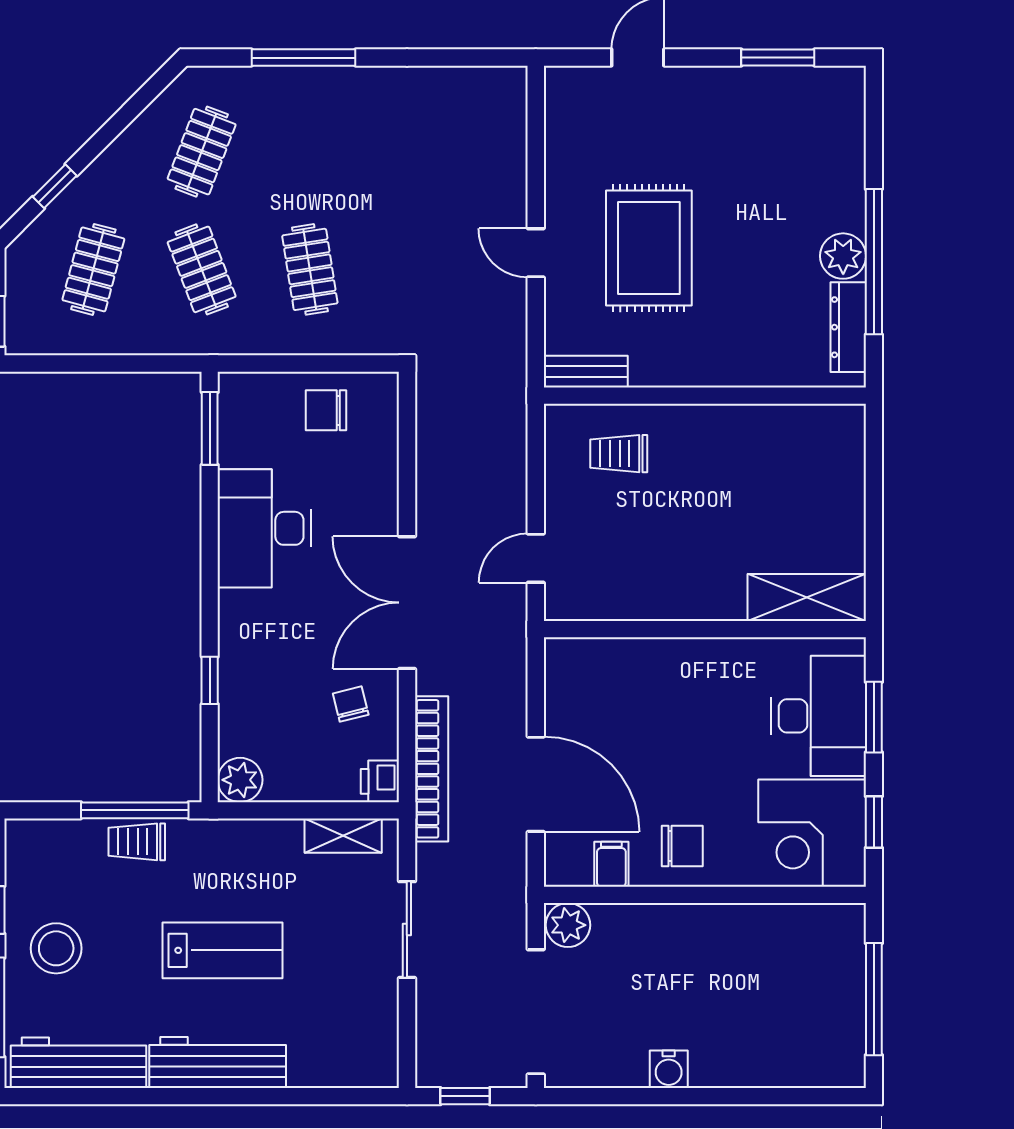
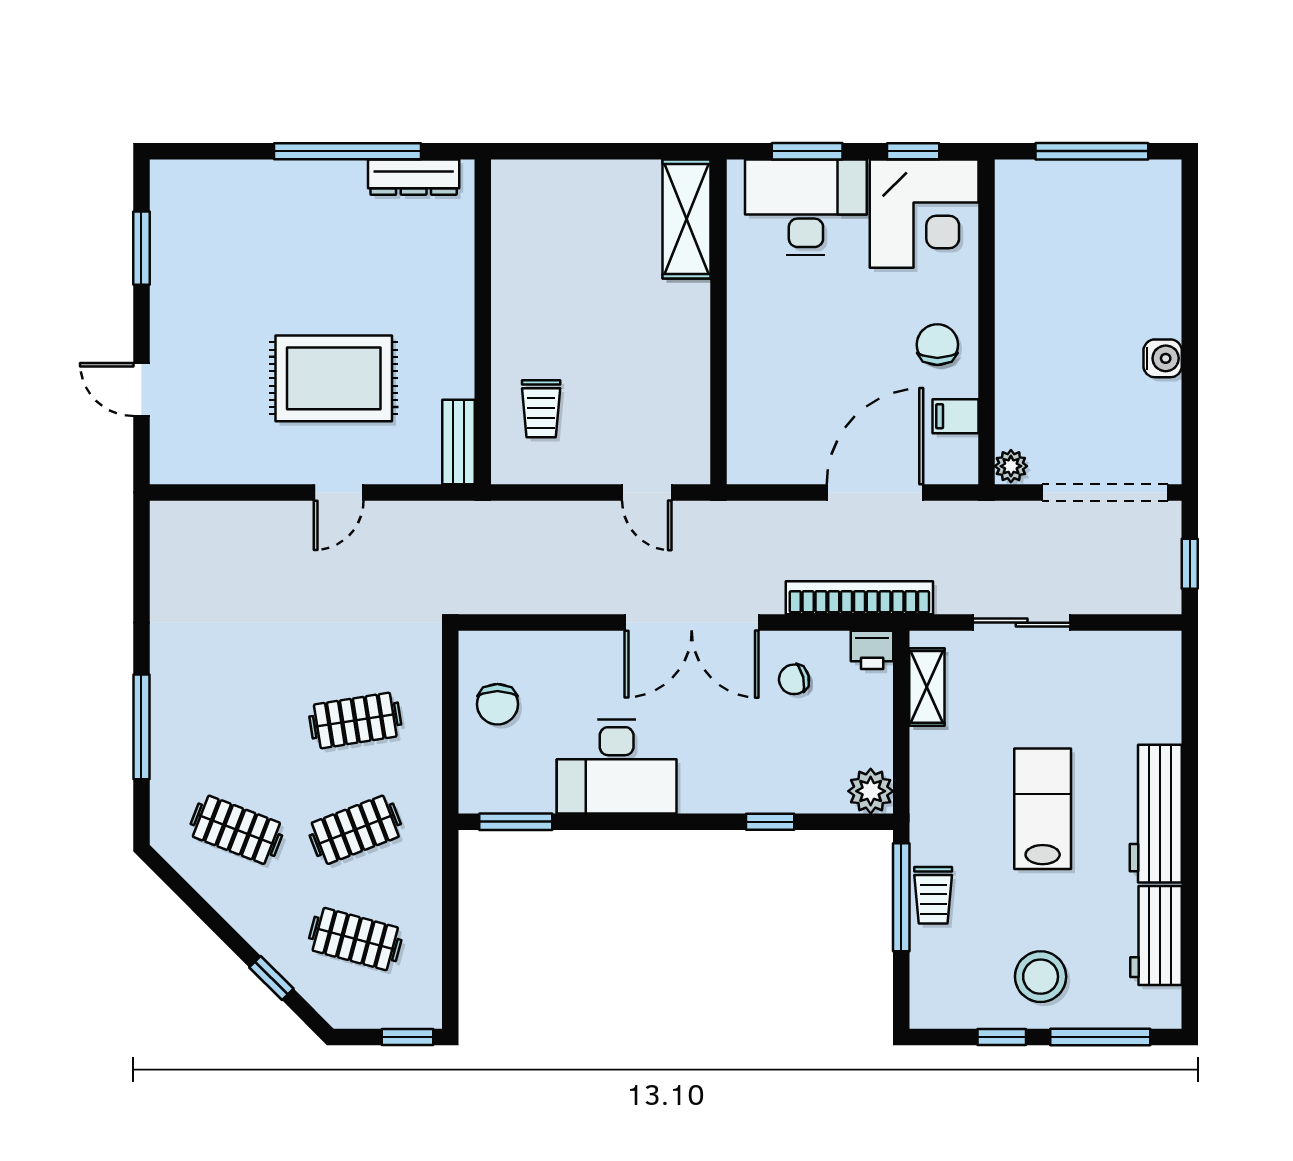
plant: (843, 256) -> (342, 182), removed
plant: (568, 925) -> (1011, 466), width x0.73, depth x0.73
workbench: (79, 1063) -> (1156, 935), width x0.73

